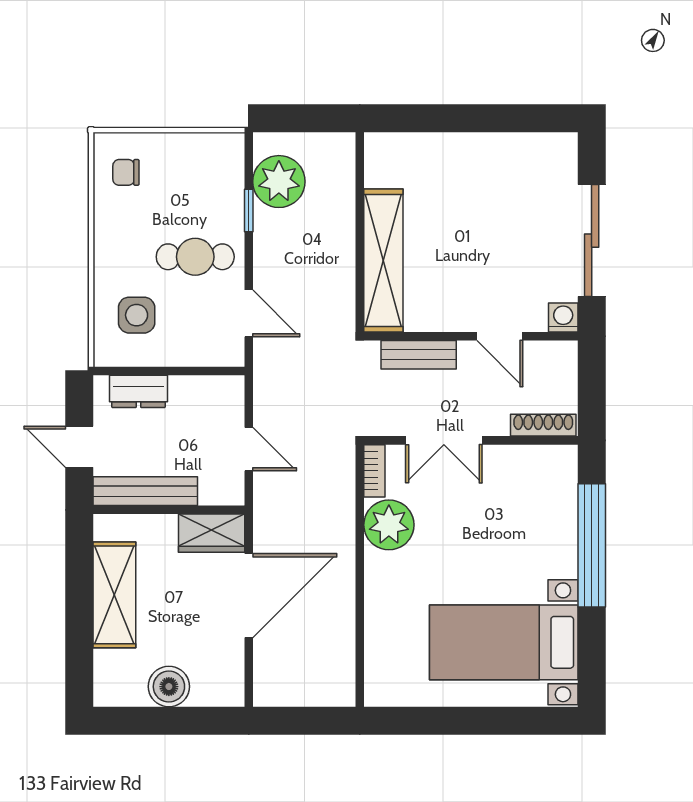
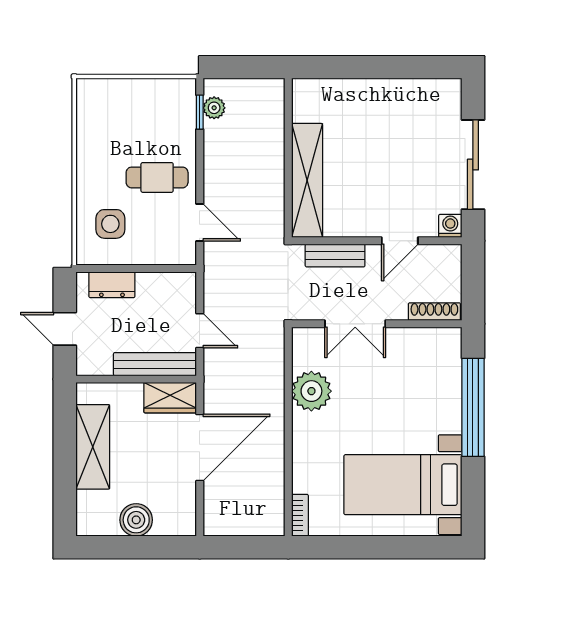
chair: (126, 172) -> (102, 110), removed
plant: (279, 182) -> (214, 108), width x0.53, depth x0.53
window: (249, 210) -> (200, 112), moved
door: (500, 336) -> (400, 241), hinge flipped
bookcase: (374, 471) -> (300, 515), moved
bench: (145, 491) -> (155, 364), moved

